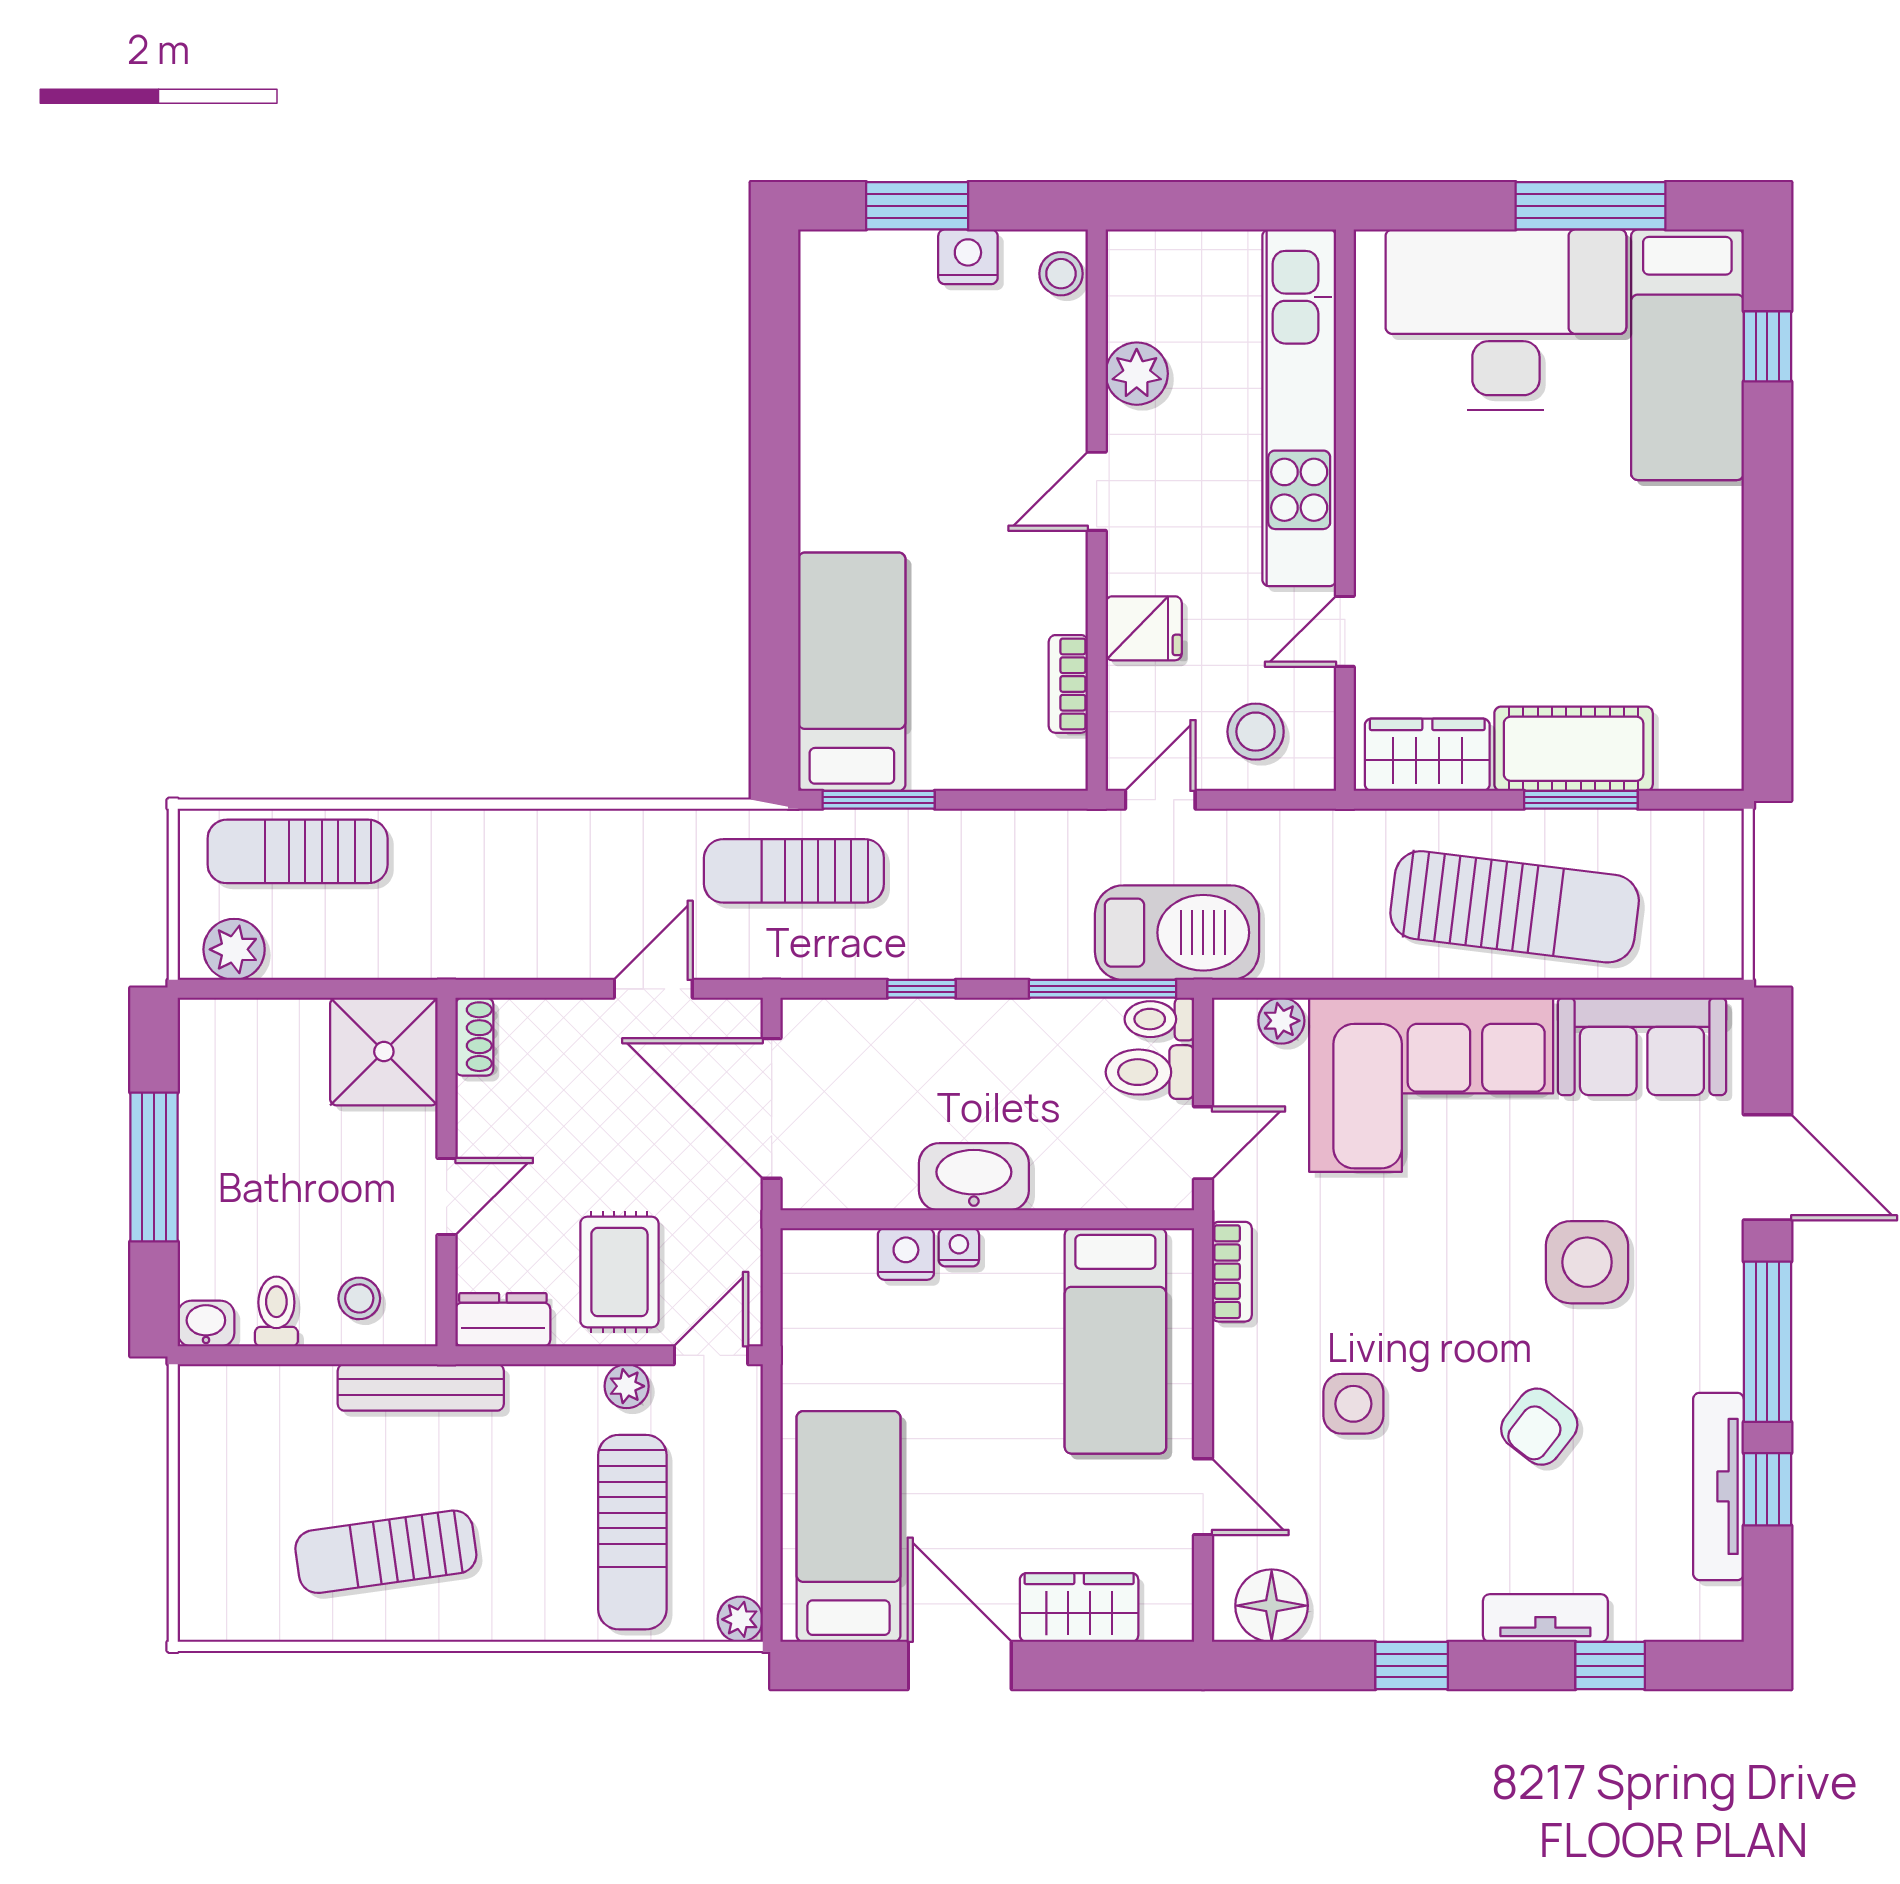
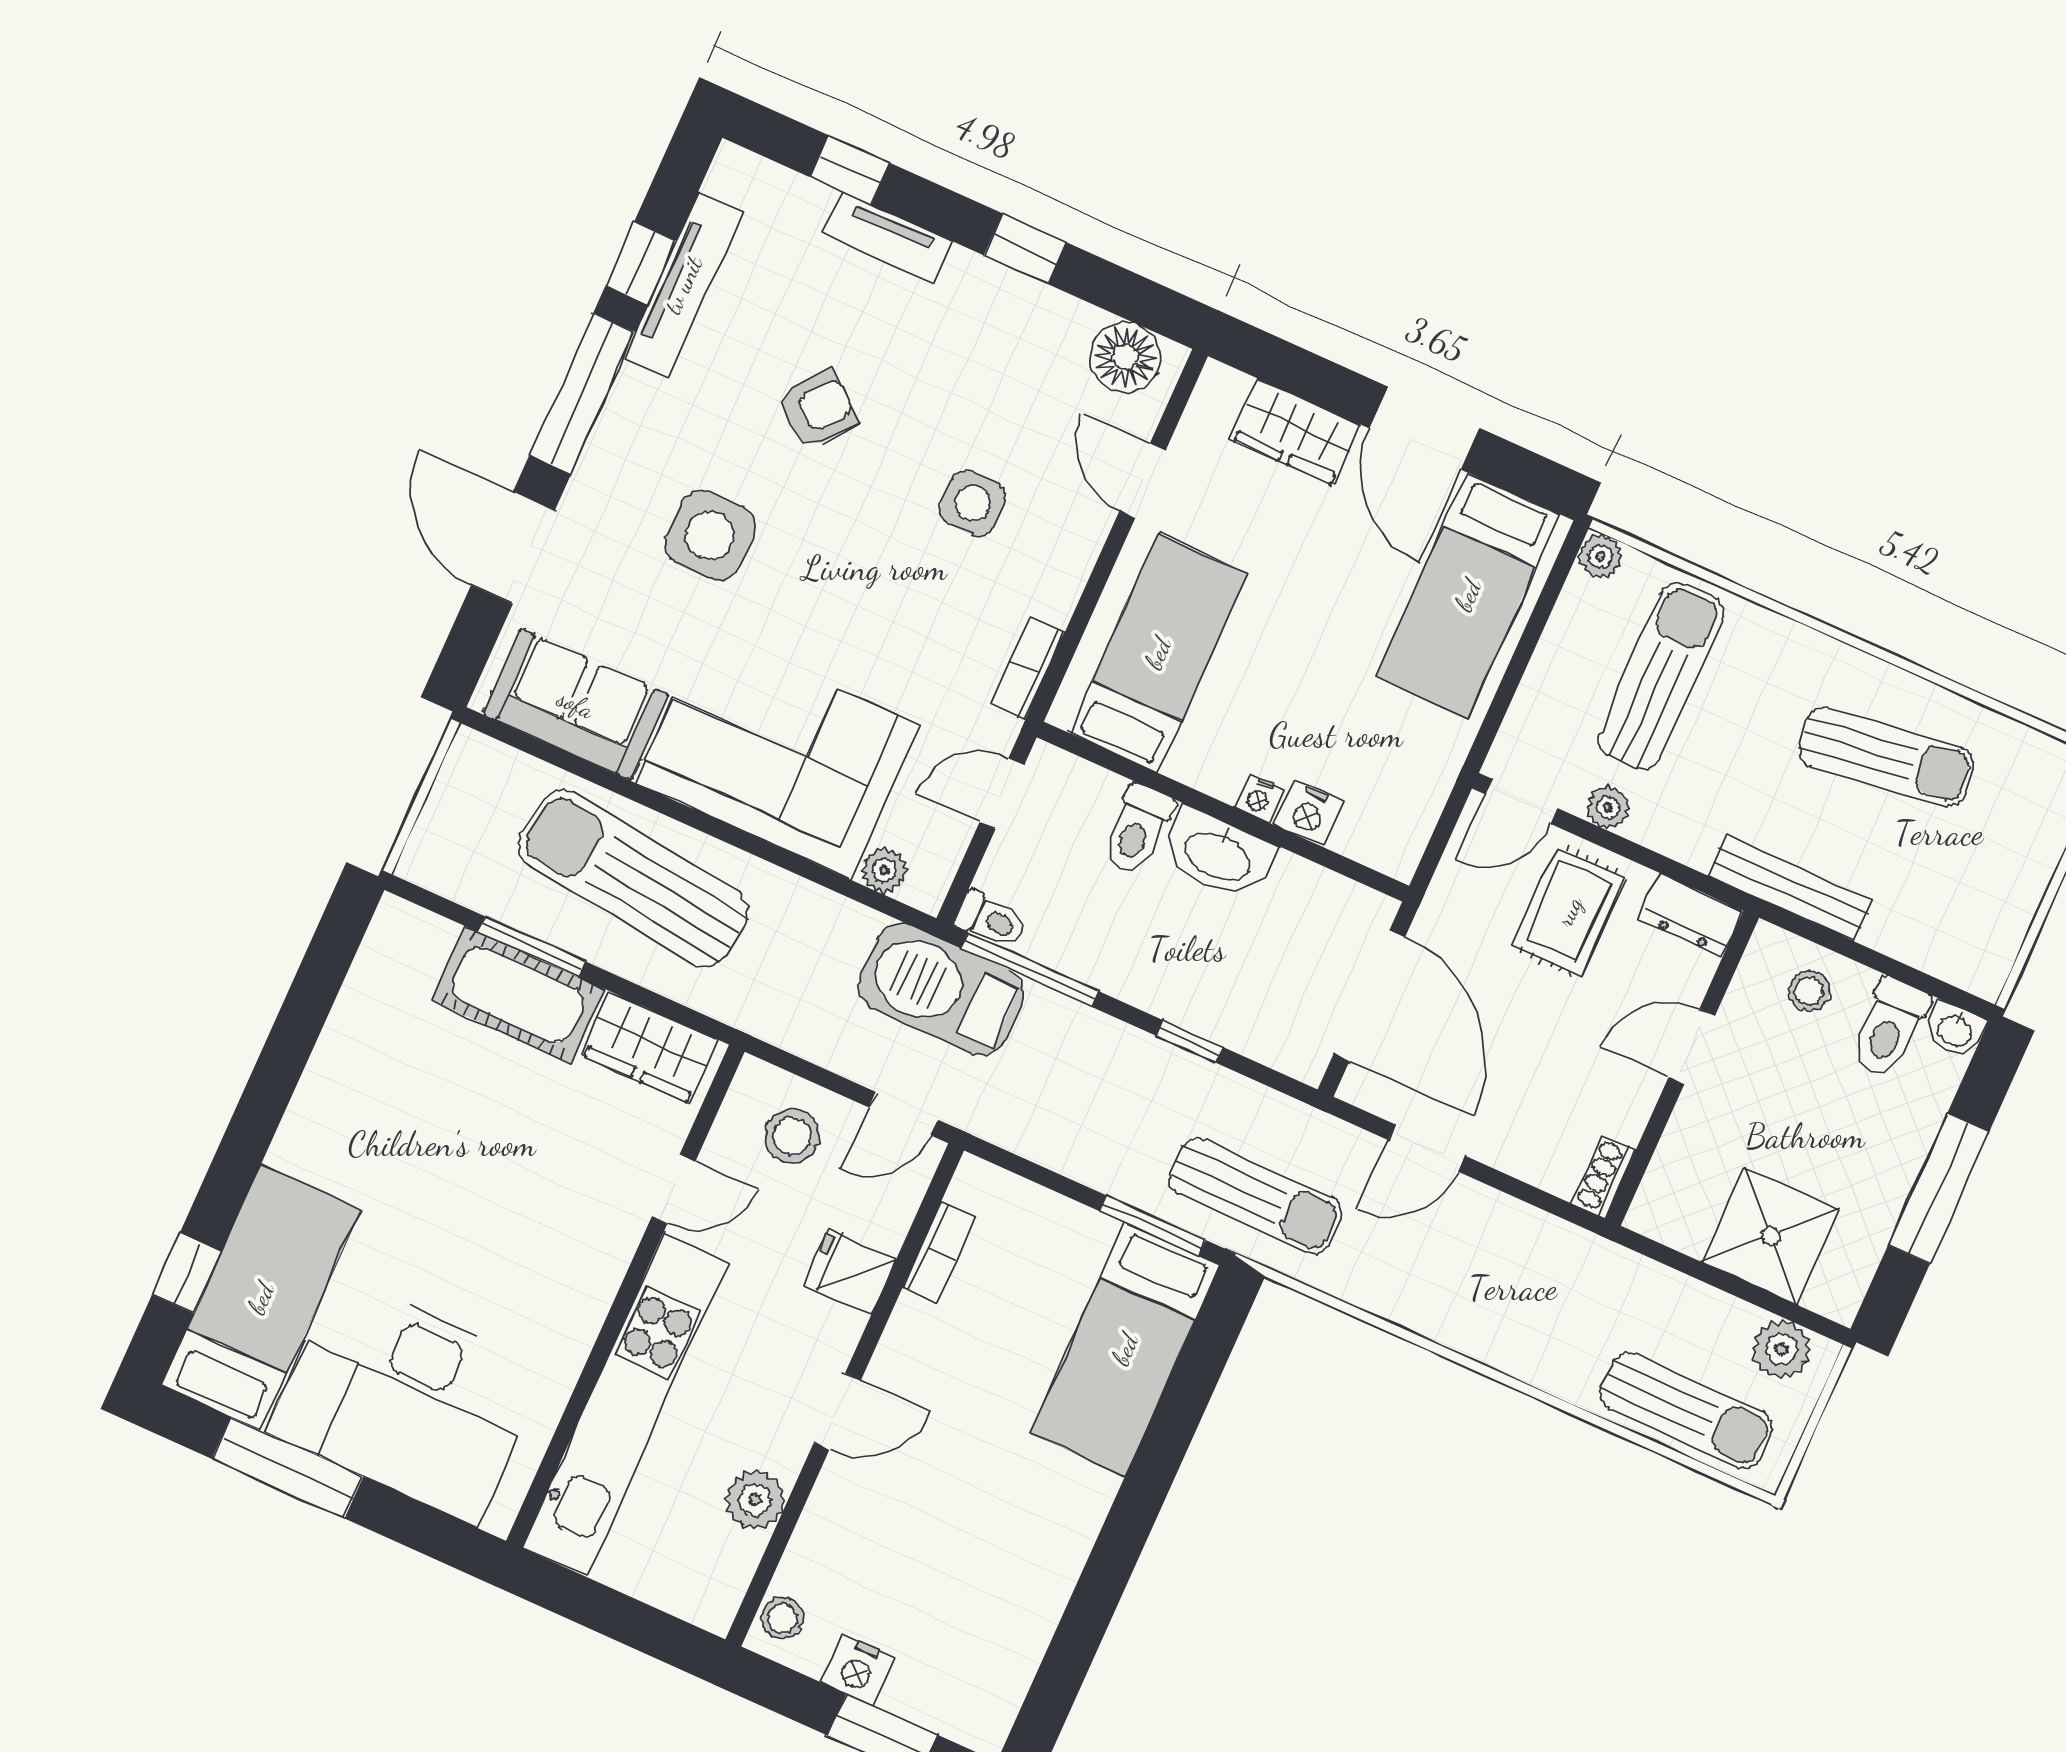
shower: (384, 1052) -> (1771, 1236), moved
toilet: (1150, 1072) -> (1137, 829), moved, turned 90
toilet: (276, 1311) -> (1889, 1028), width x1.37, depth x1.39

